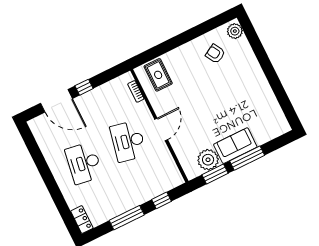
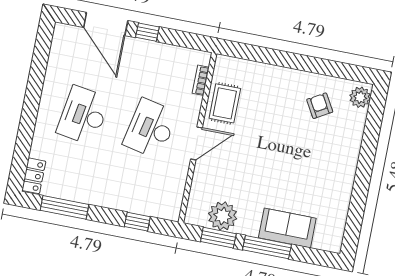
rug: (158, 75) -> (225, 103), moved
sofa: (235, 146) -> (287, 228), moved
window: (127, 218) -> (65, 207), moved

